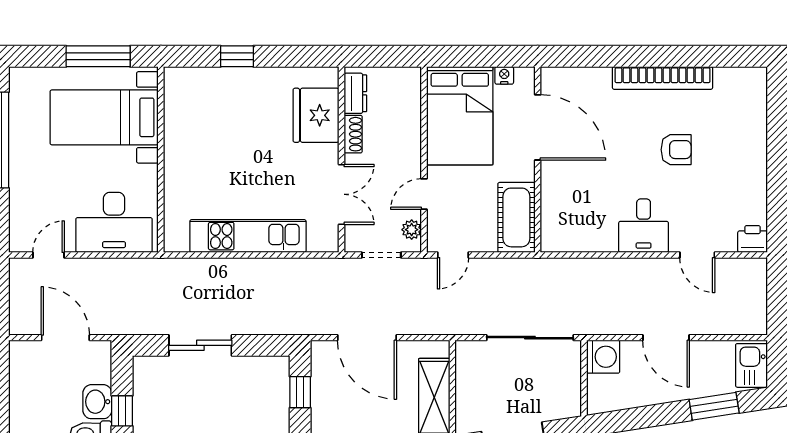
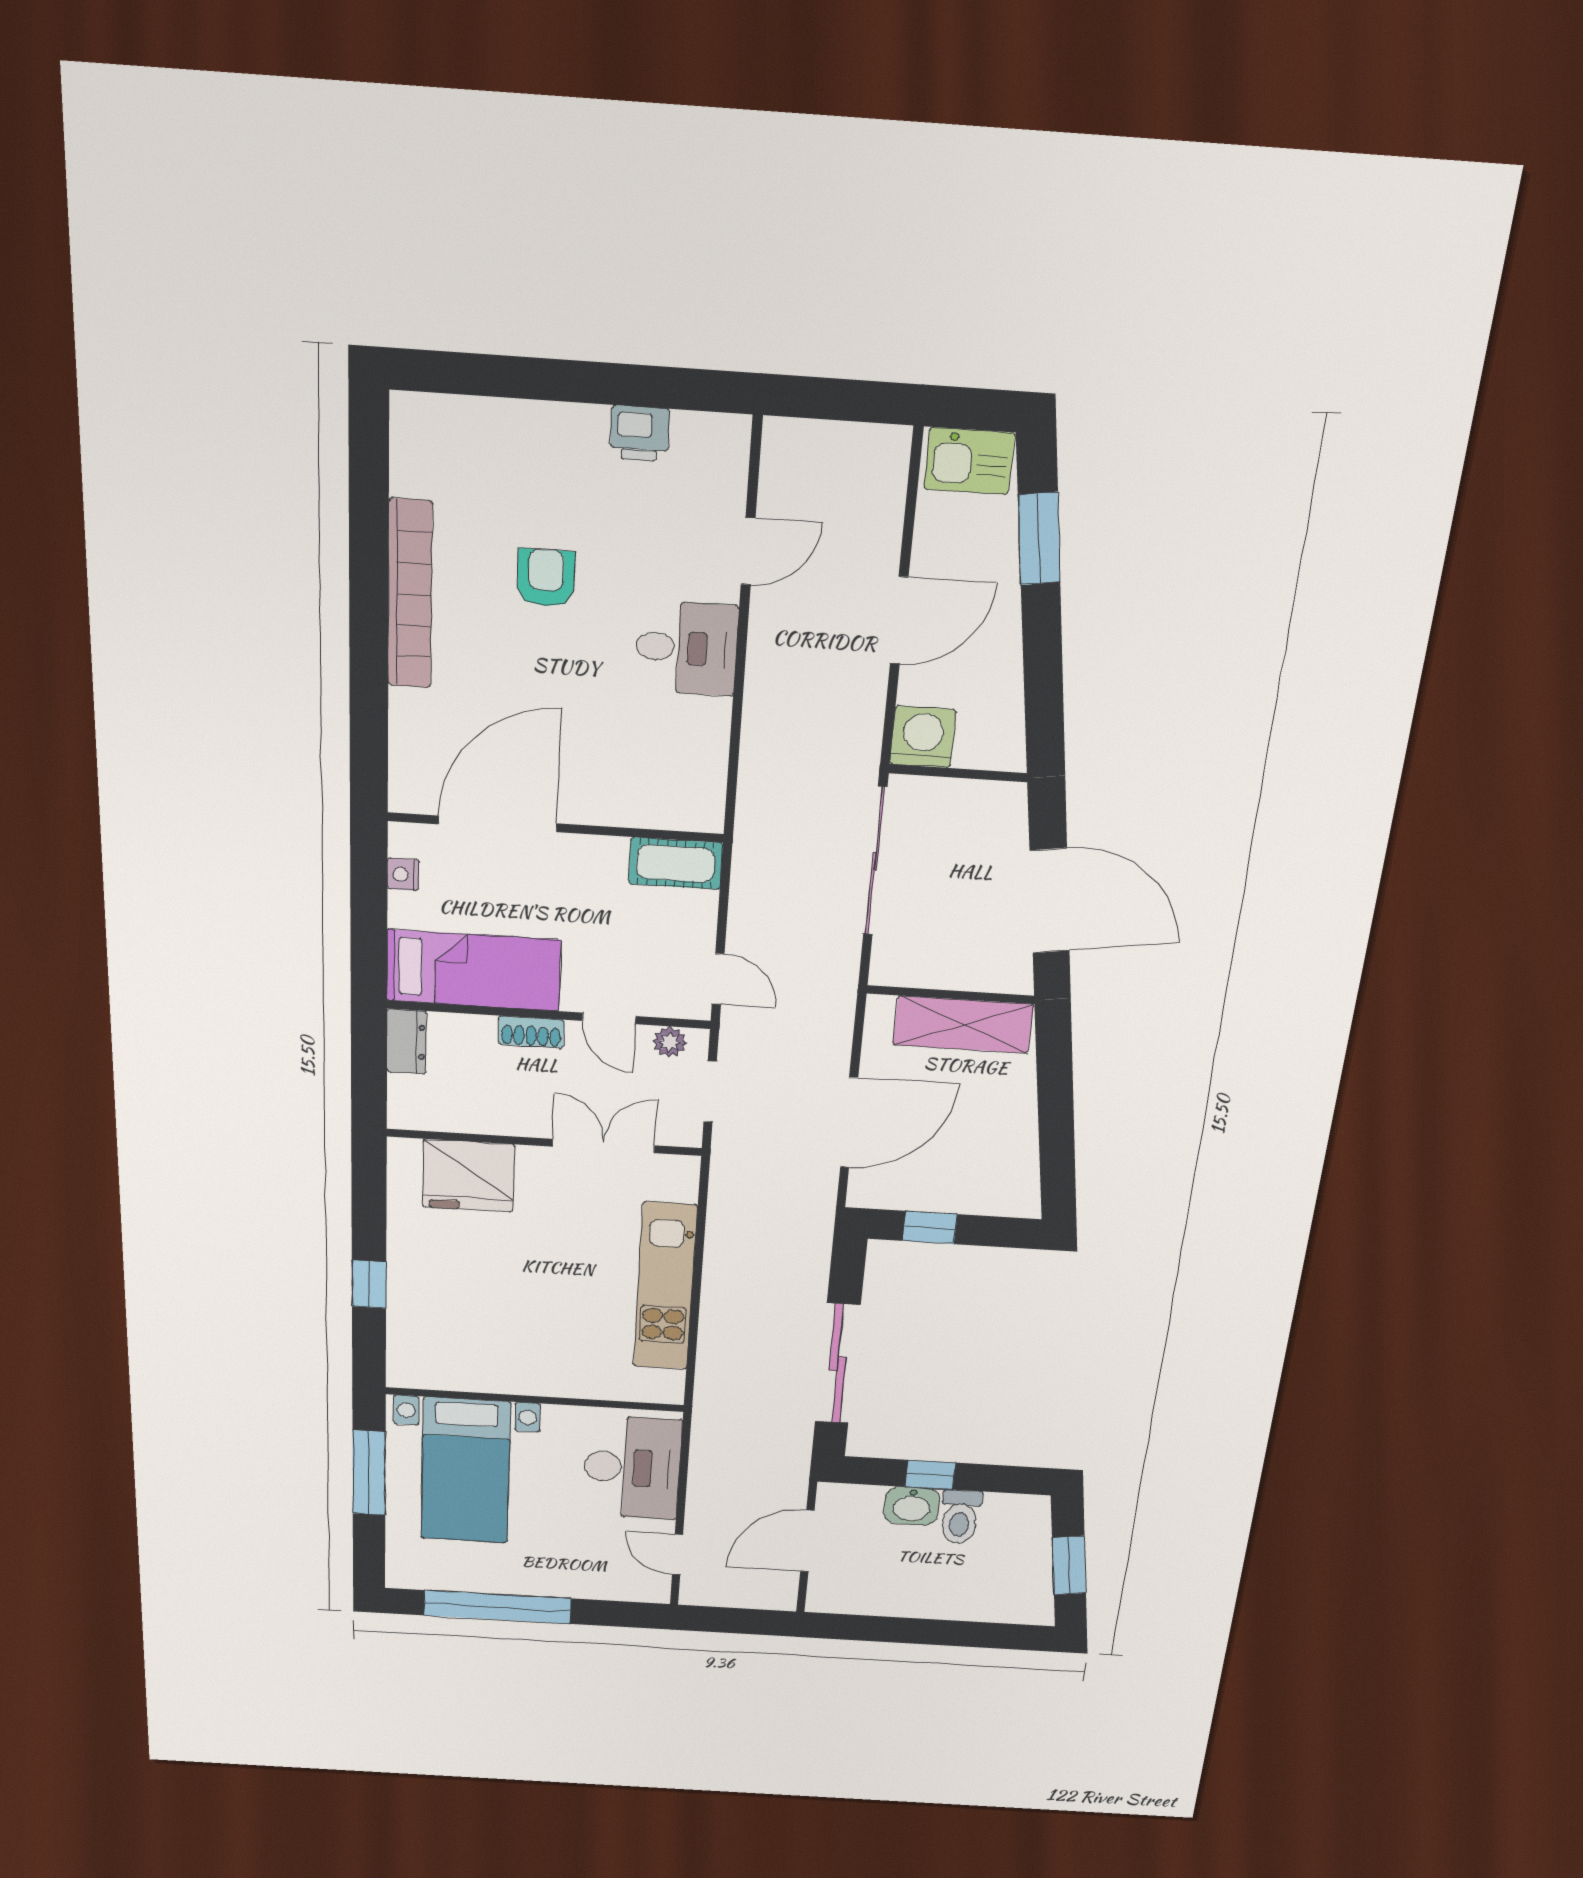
dresser: (355, 93) -> (406, 1042), moved, turned 90
bed: (460, 116) -> (473, 970), width x0.67
shoe rack: (353, 134) -> (531, 1032), moved, turned 180
cot: (516, 217) -> (676, 863), width x0.73, depth x0.75
printer: (753, 239) -> (640, 434), moved, turned -90
sliding door: (200, 345) -> (838, 1364), width x1.37

